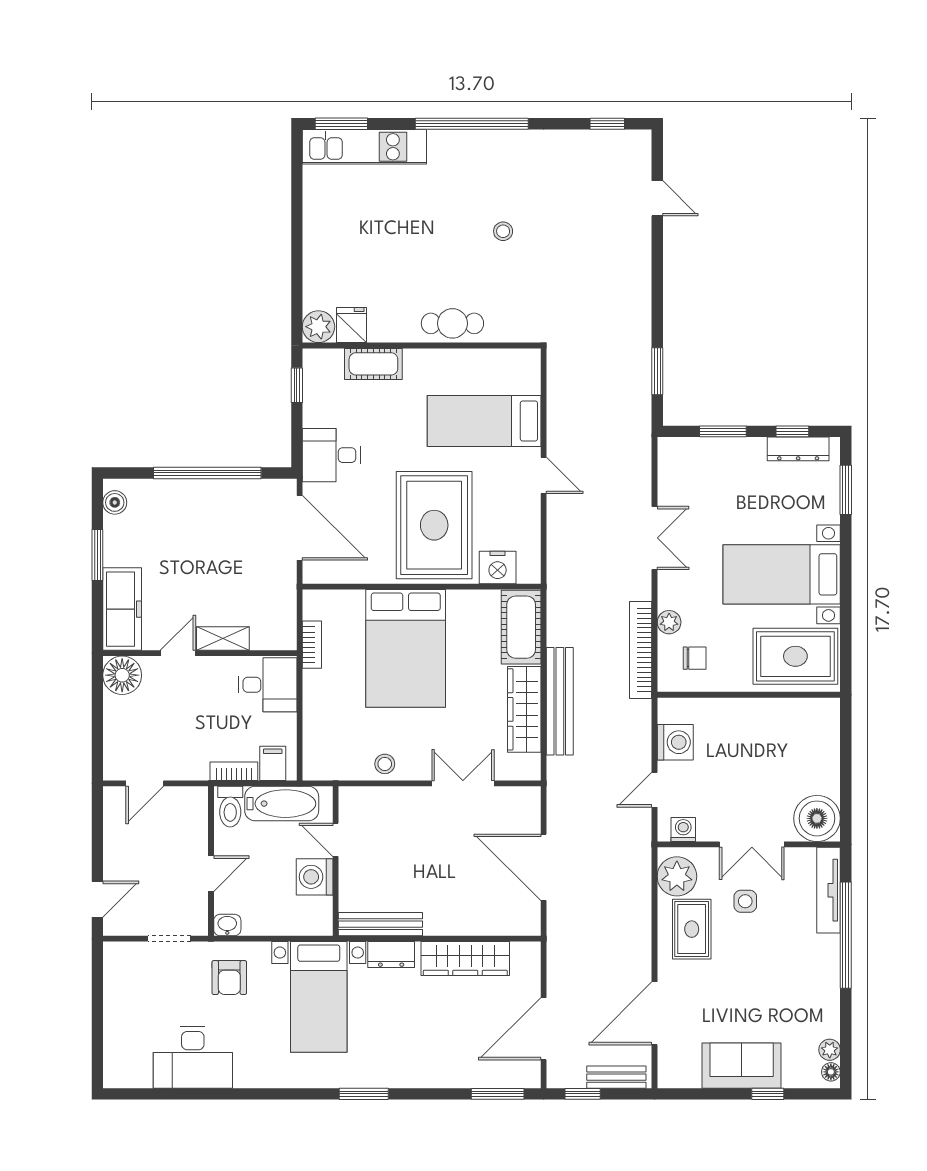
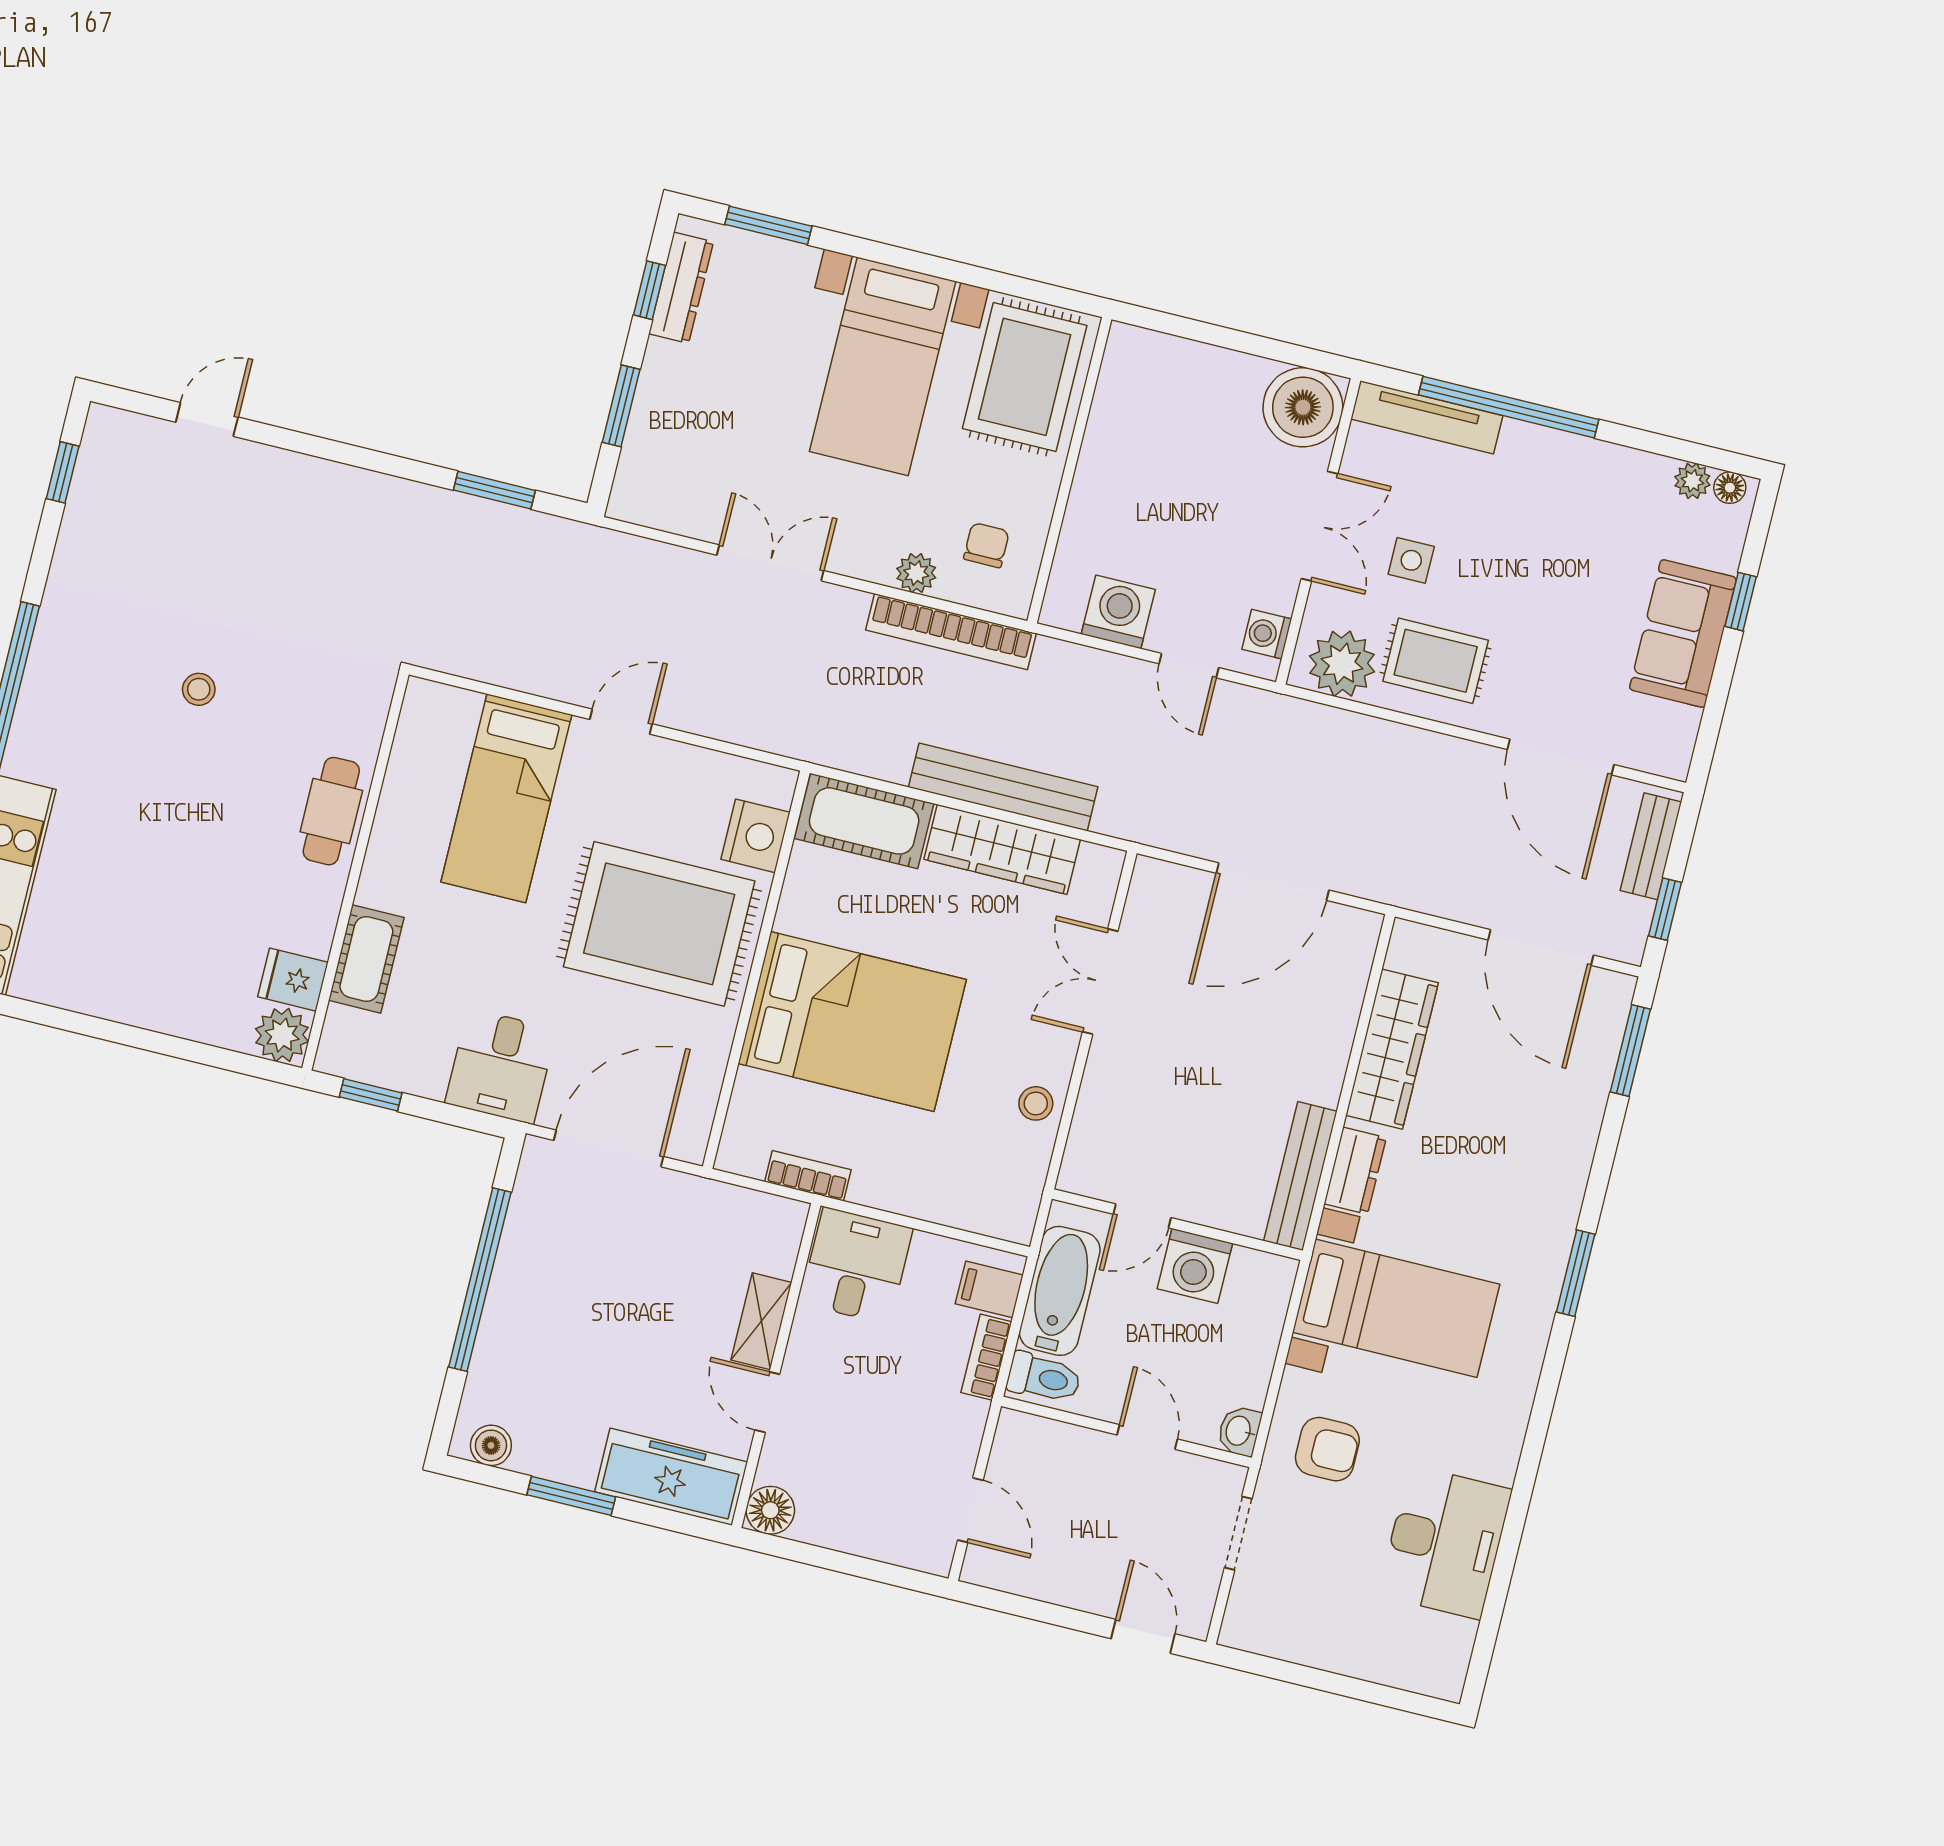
floor lamp: (122, 675) -> (770, 1510), width x0.73, depth x0.73

